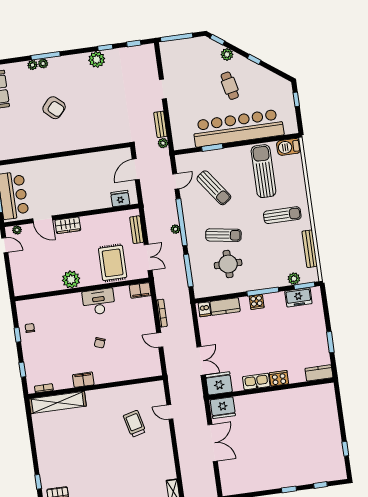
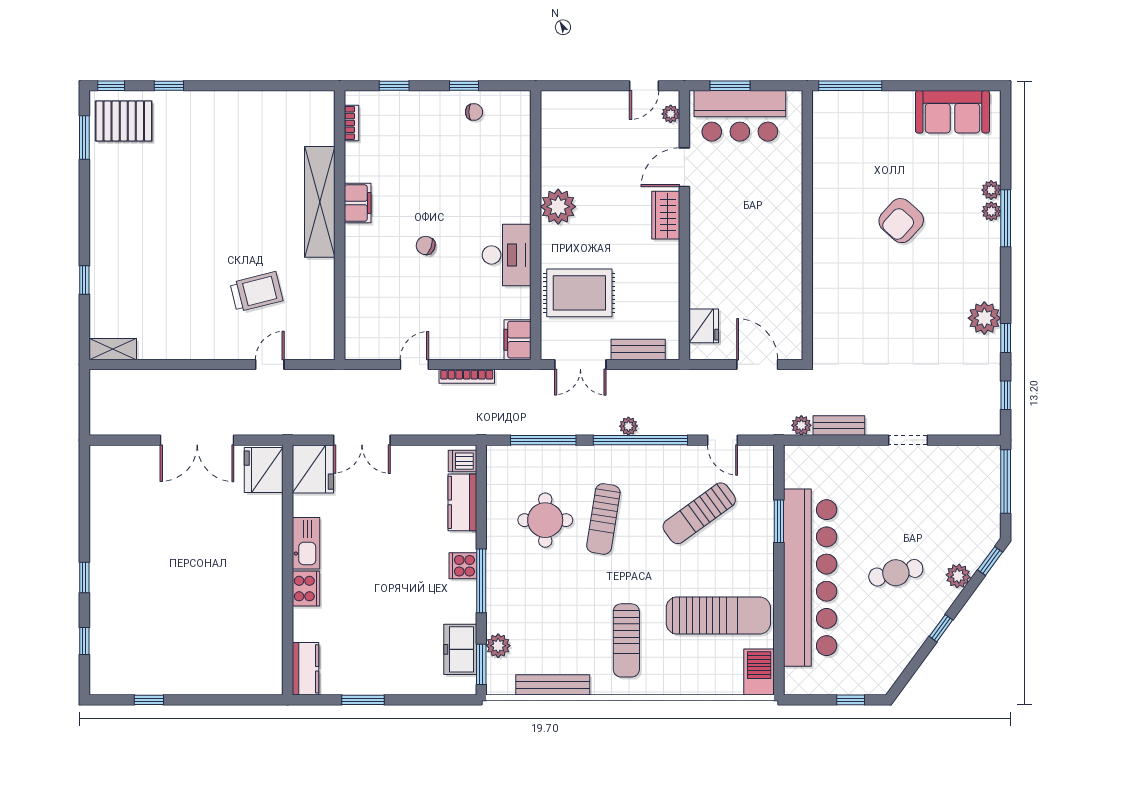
shelving: (58, 402) -> (320, 202), moved

